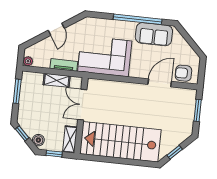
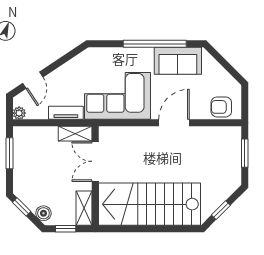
door: (56, 29) -> (33, 80), moved
shelving: (57, 80) -> (75, 134), moved
door: (160, 83) -> (174, 123), moved

